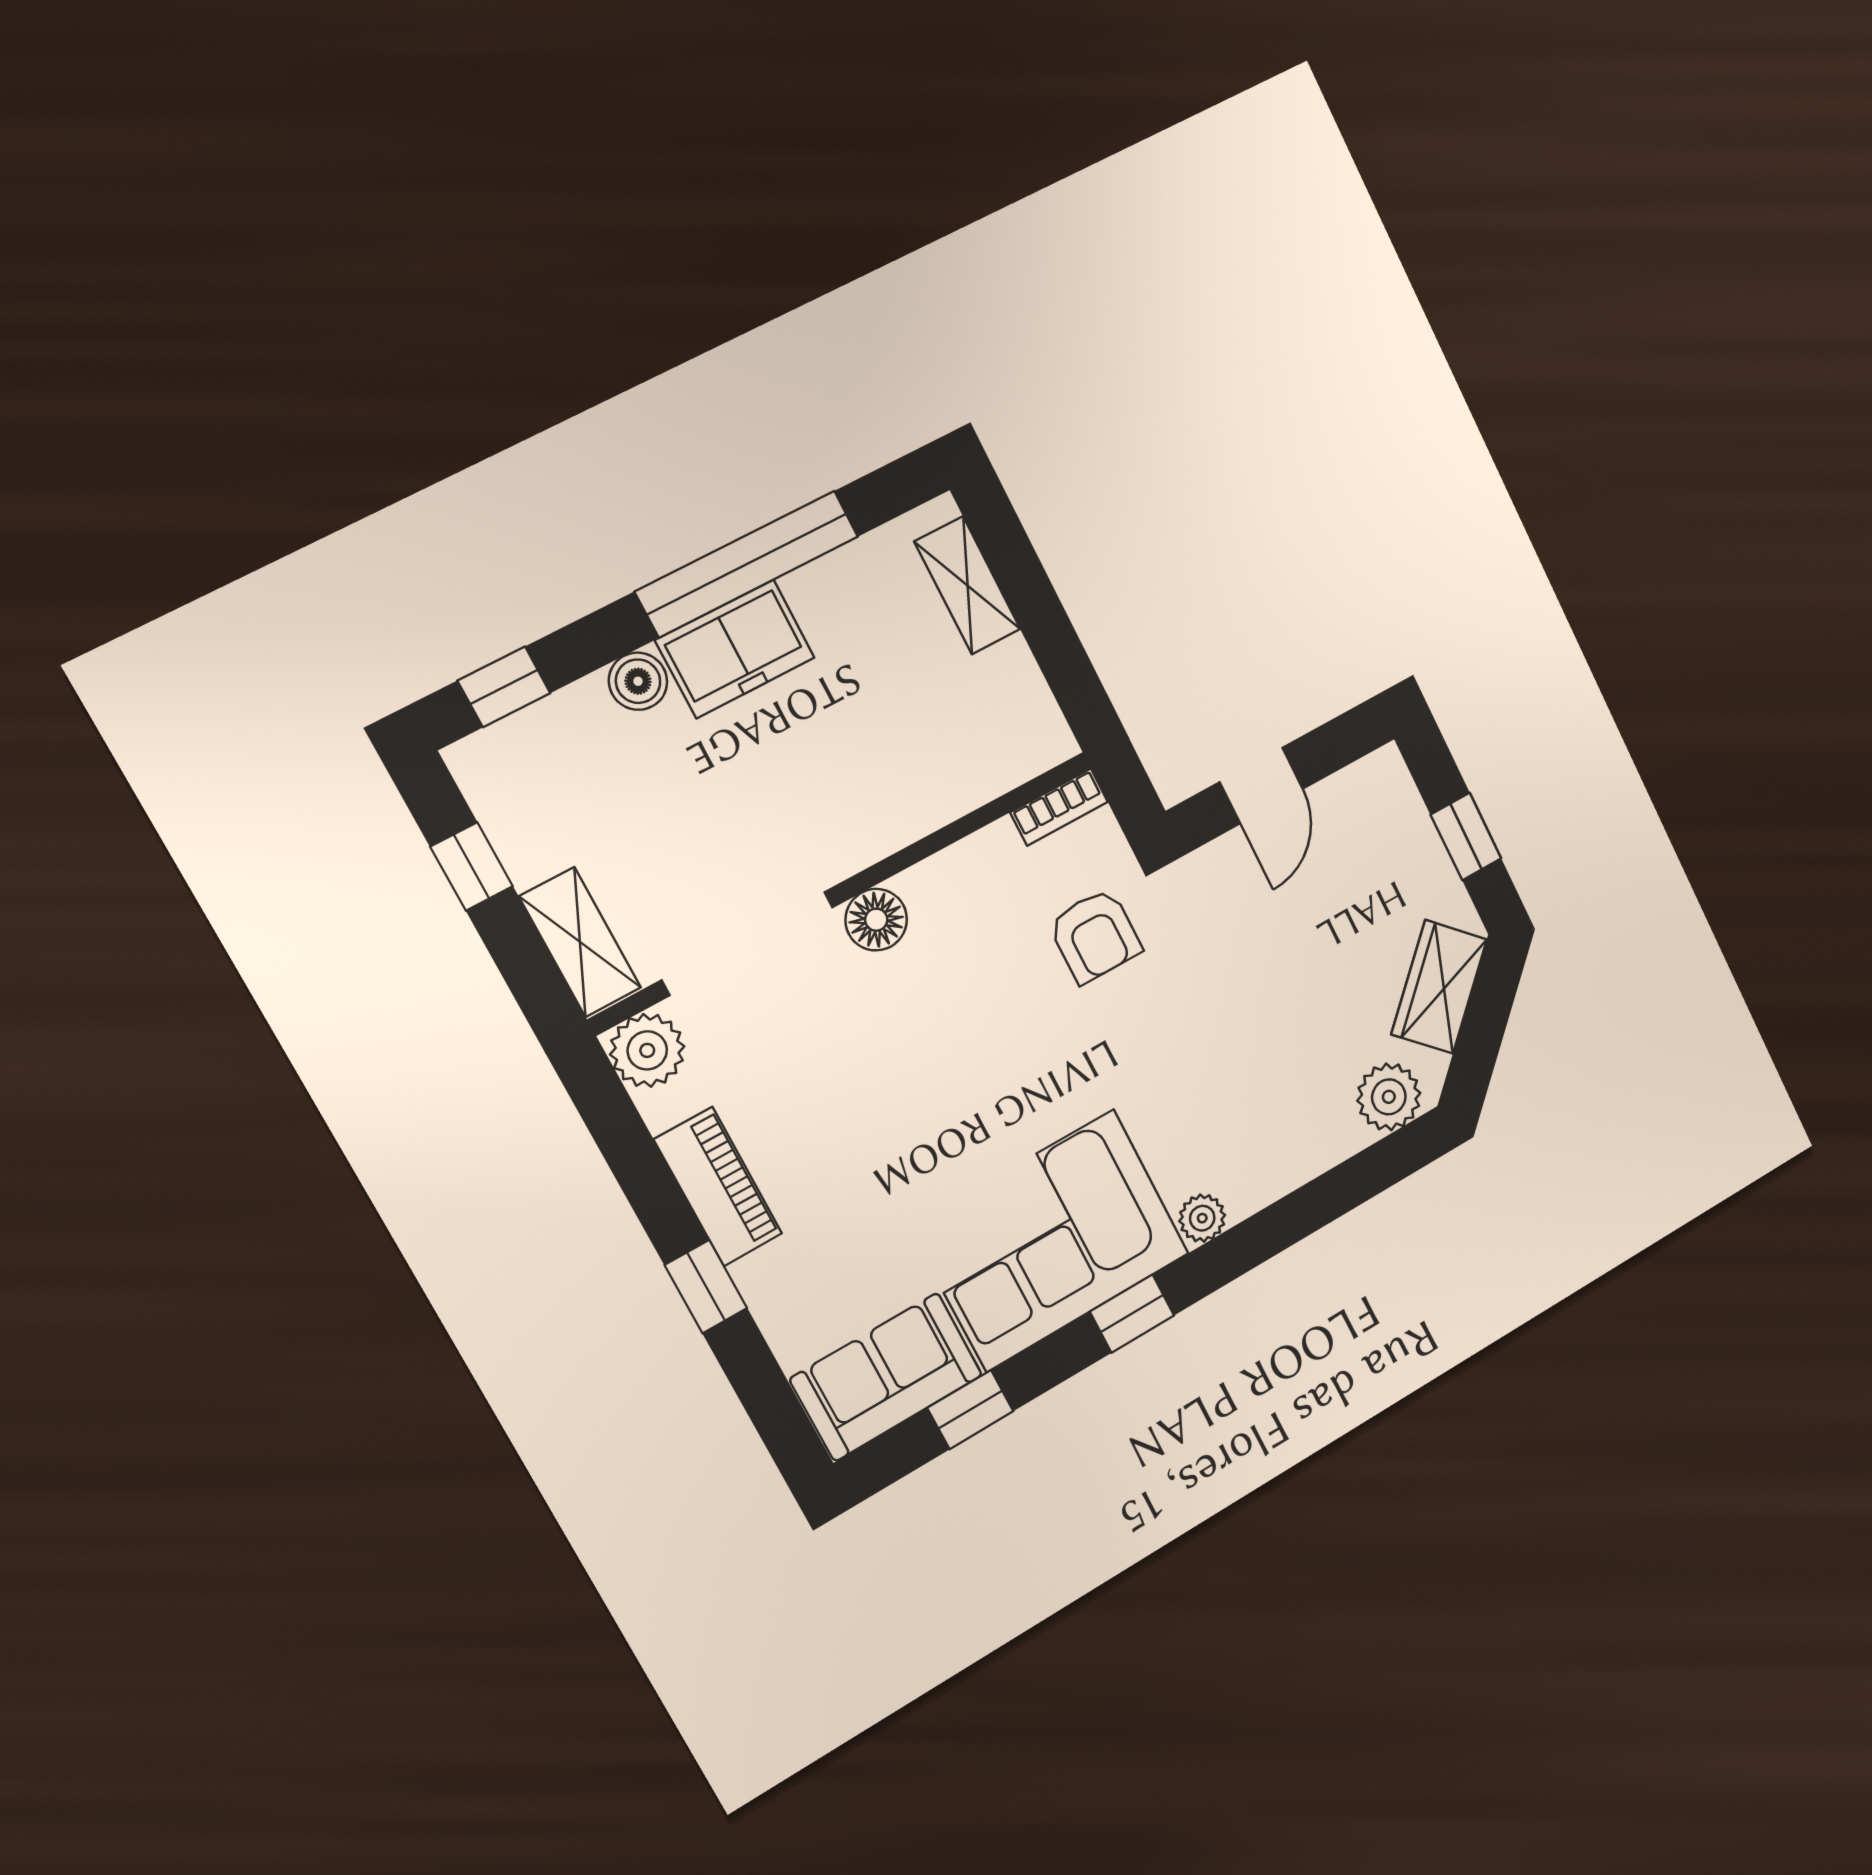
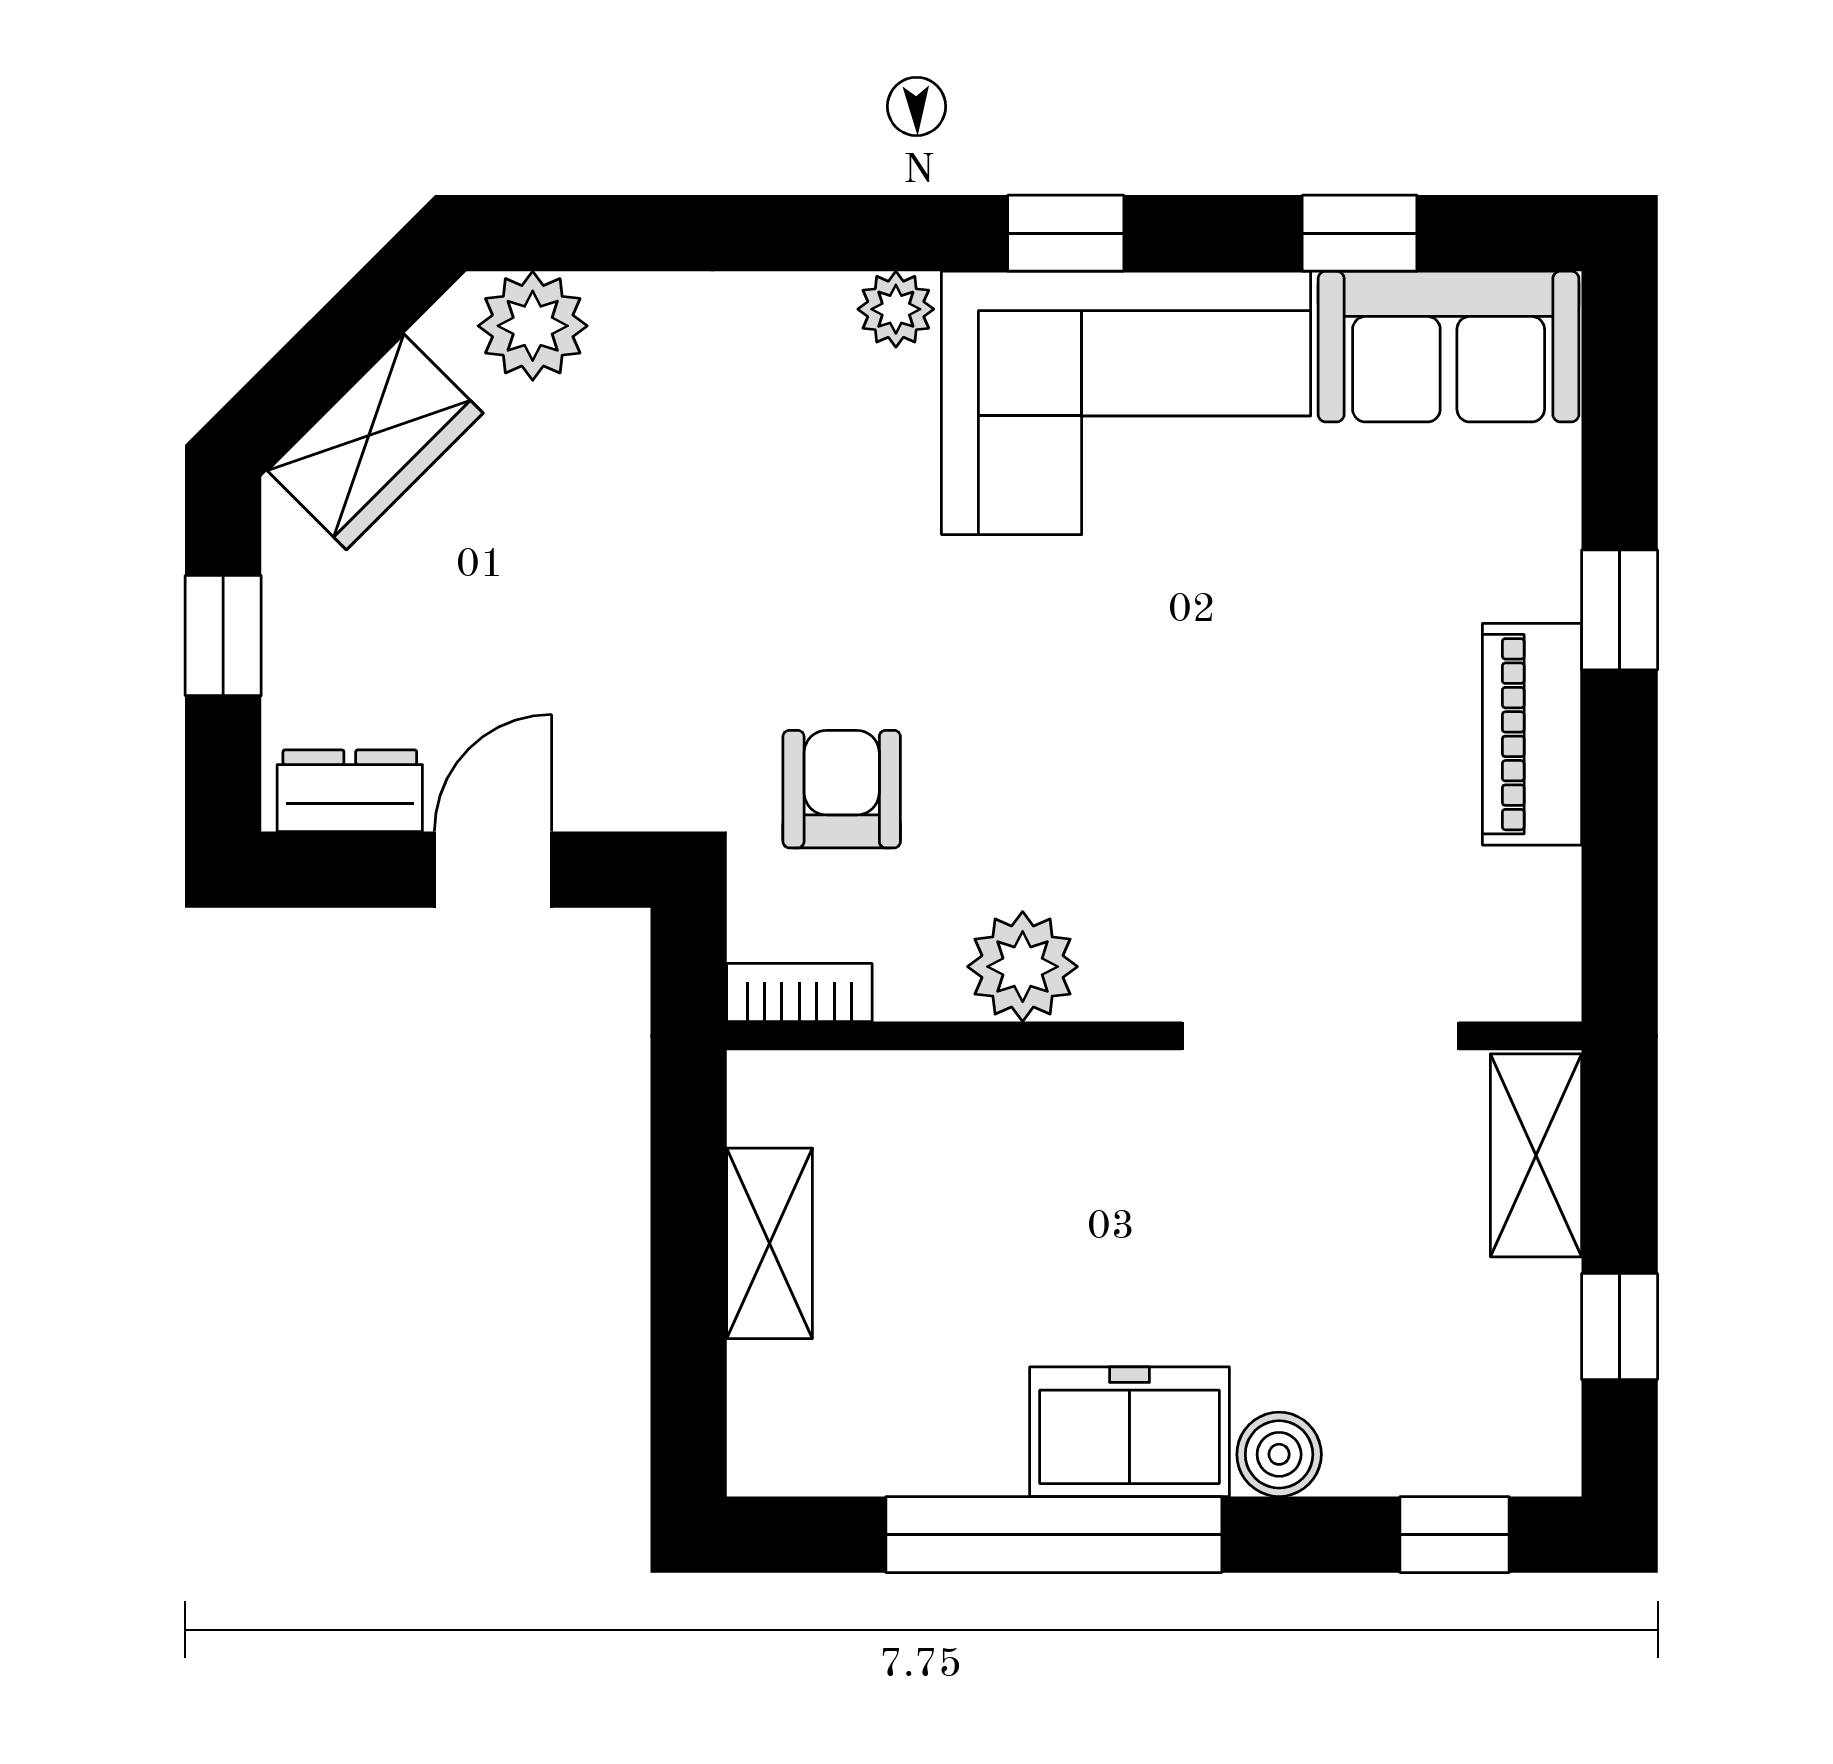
shelving: (967, 585) -> (770, 1243), moved
dresser: (1359, 788) -> (350, 791), added
floor lamp: (876, 920) -> (1132, 975), removed
plant: (647, 1050) -> (1023, 967), moved

